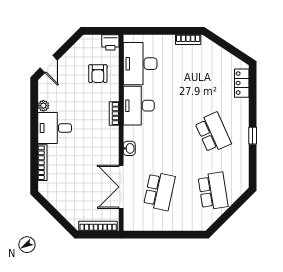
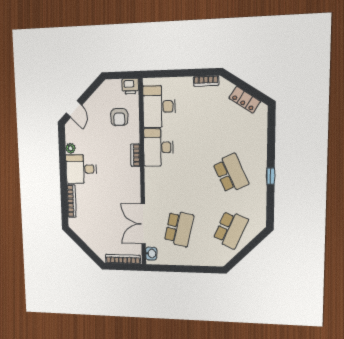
locker: (242, 83) -> (245, 100), moved, turned -57
washbasin: (129, 148) -> (151, 254), moved
school desk: (213, 191) -> (231, 230), turned 33

